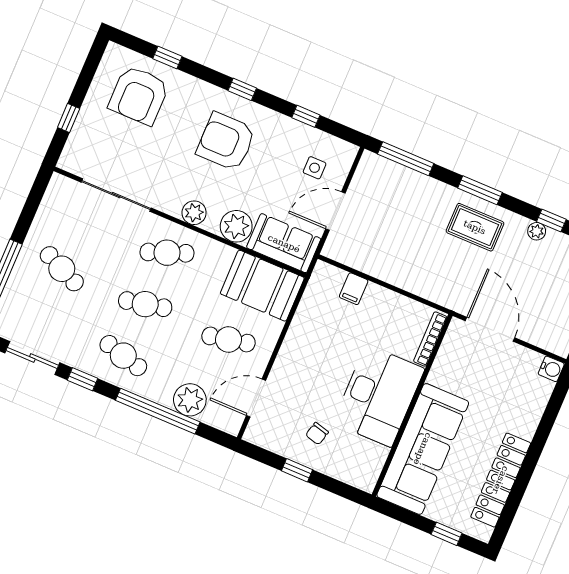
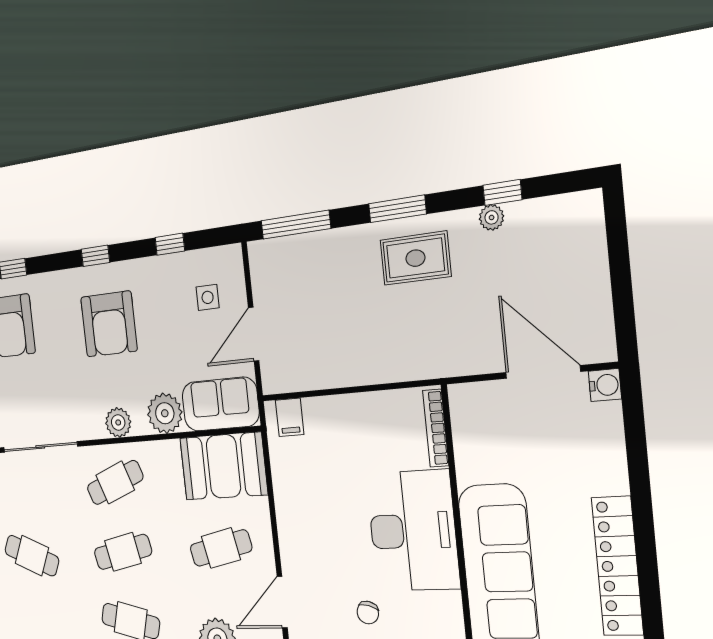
armchair: (226, 142) -> (109, 324), turned -90
filing cabinet: (354, 289) -> (290, 417), moved
door: (490, 329) -> (543, 372), moved

